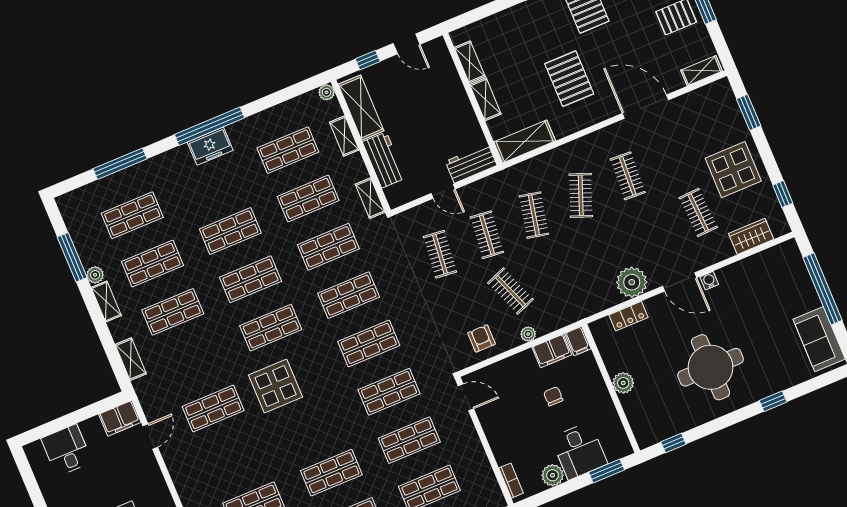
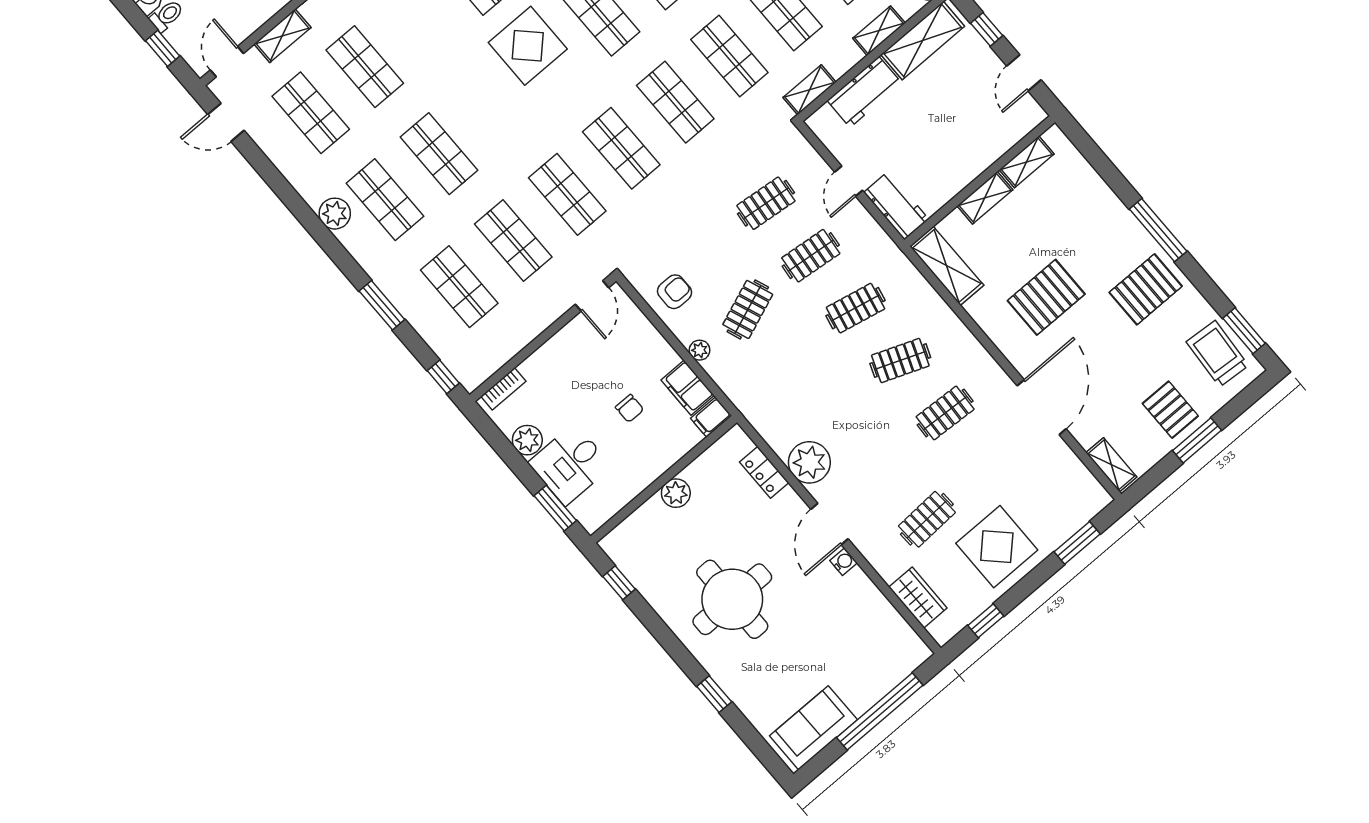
chair: (553, 396) -> (630, 408), turned 90

